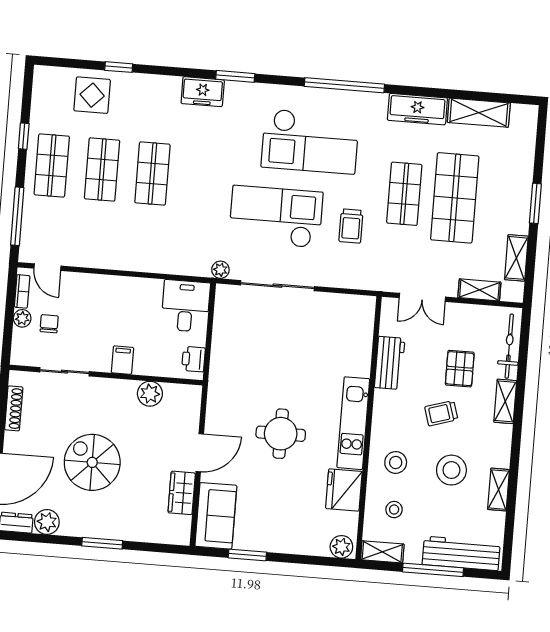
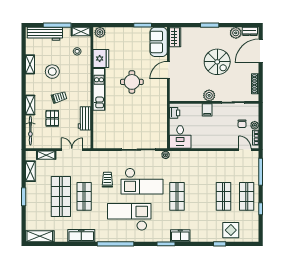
shelving: (479, 113) -> (40, 236), moved
shop shelf: (152, 174) -> (177, 196), moved
plant: (150, 394) -> (209, 95), moved
stool: (396, 462) -> (78, 73), removed
wardrobe: (182, 493) -> (175, 37), moved

